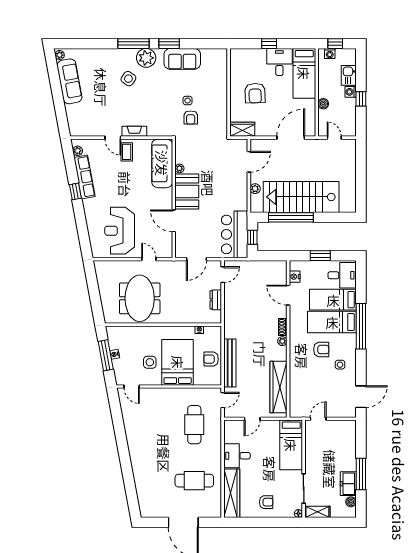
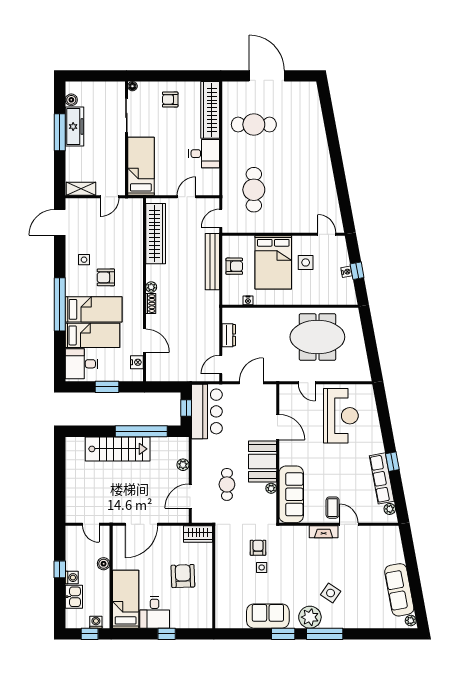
cafe table: (217, 172) -> (227, 484), added
stairs: (301, 197) -> (118, 449), width x0.73, depth x0.66
meeting table: (140, 298) -> (317, 337), turned 90
window: (106, 355) -> (357, 271), width x0.46
freezer: (348, 484) -> (74, 127), width x1.40
shelving: (317, 512) -> (81, 189), moved

